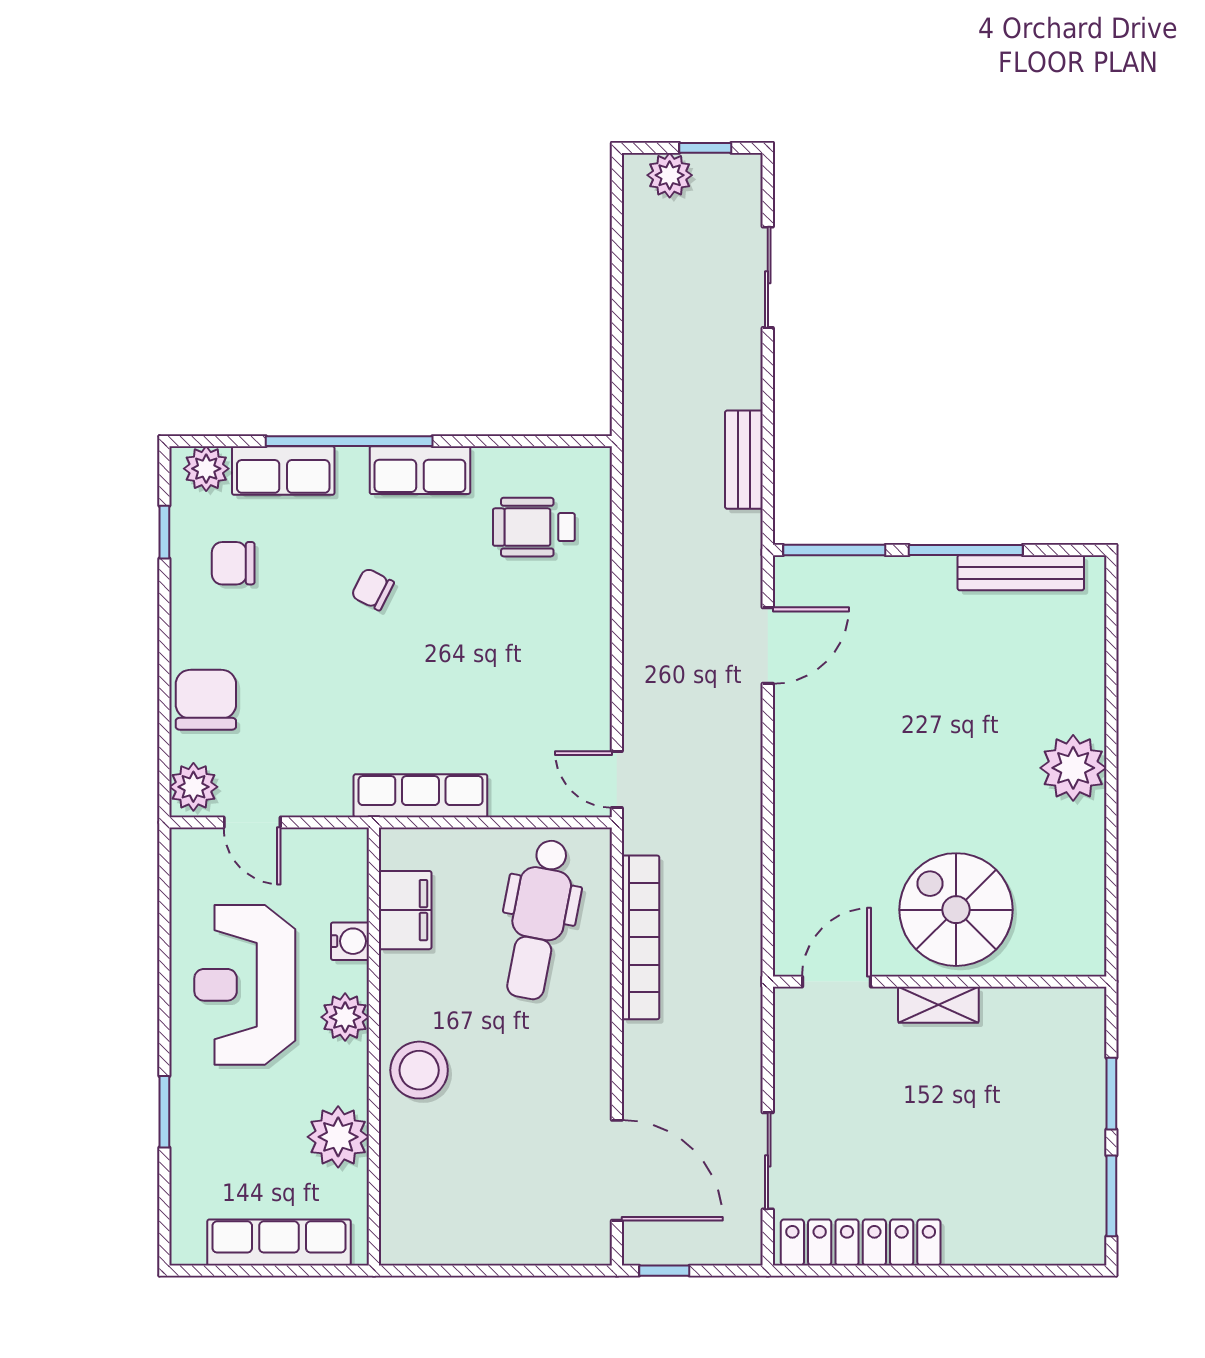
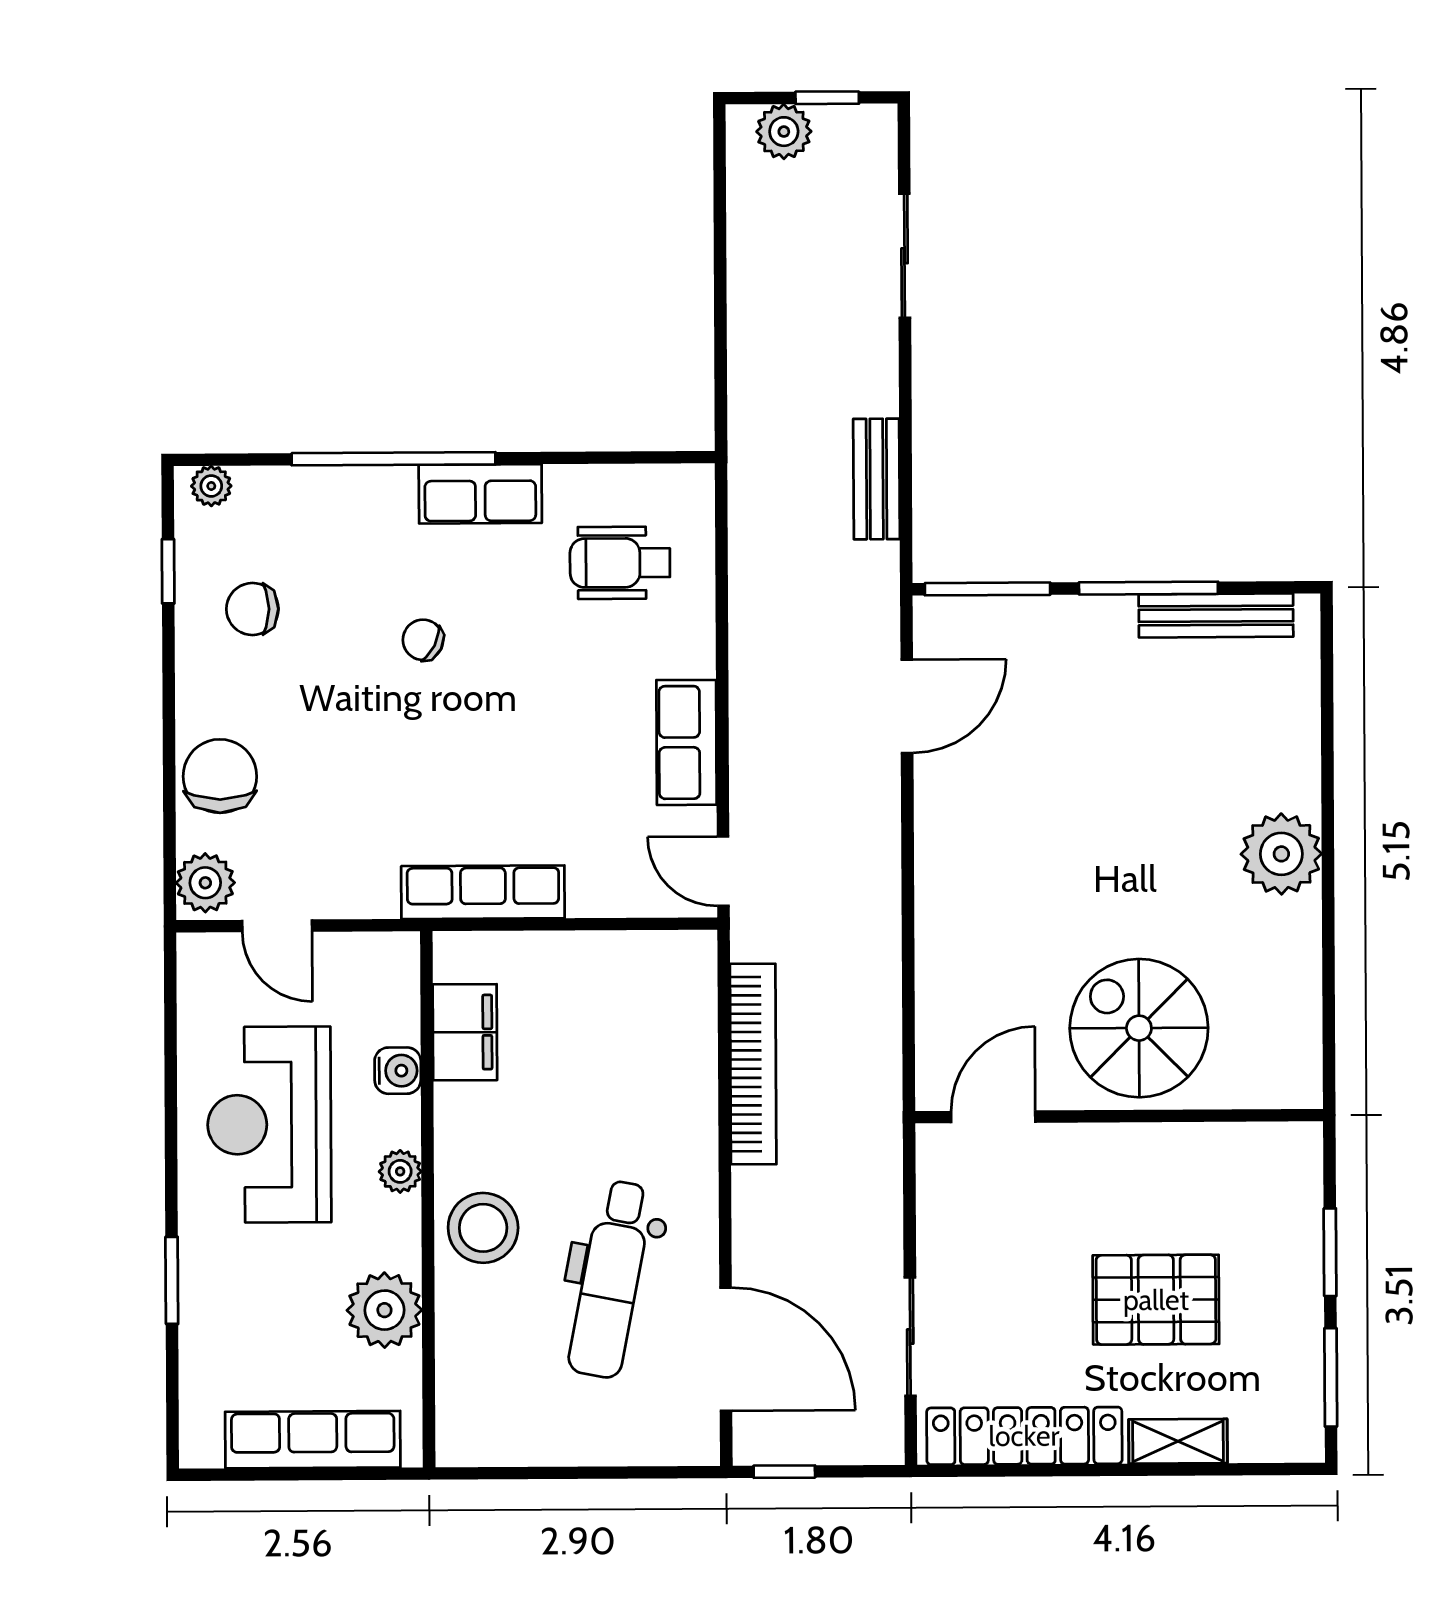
plant: (206, 469) -> (211, 486), width x0.73, depth x0.73
row of seats: (283, 471) -> (687, 742), moved, turned 90
dental chair: (539, 919) -> (611, 1279), moved
shelving: (938, 1005) -> (1178, 1441), moved
plant: (345, 1017) -> (400, 1171), width x0.73, depth x0.73
pallet: (969, 1132) -> (1156, 1300), added

